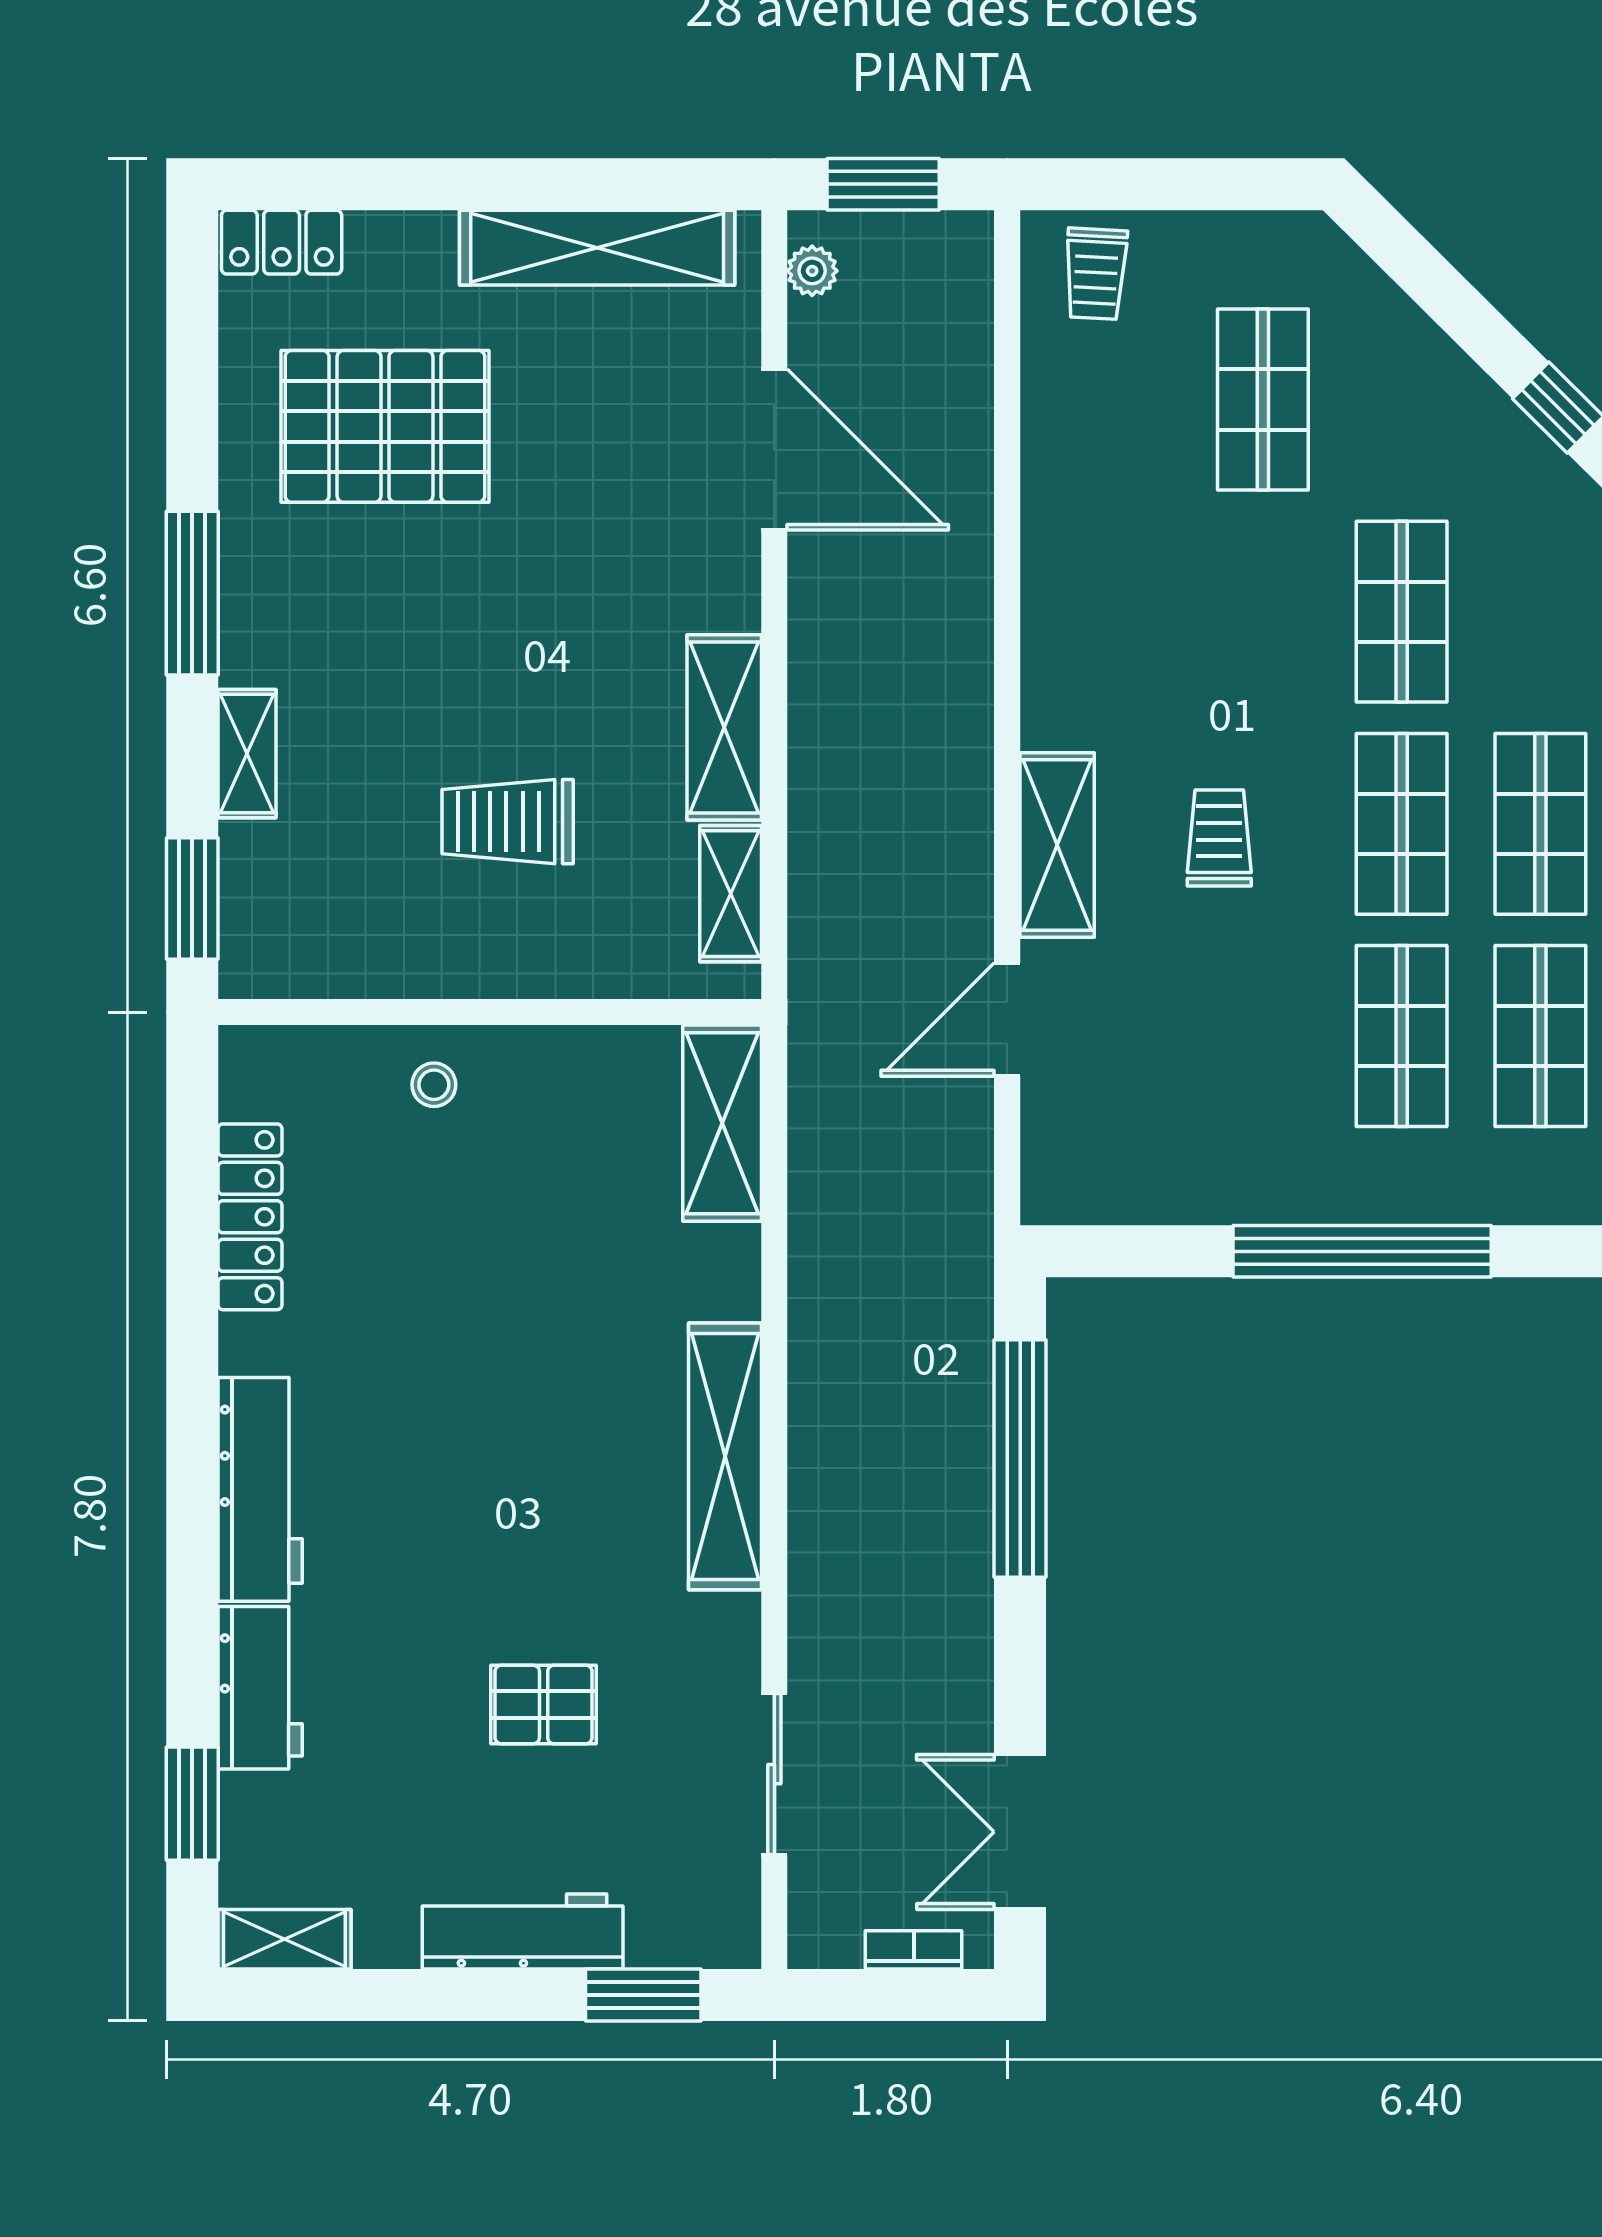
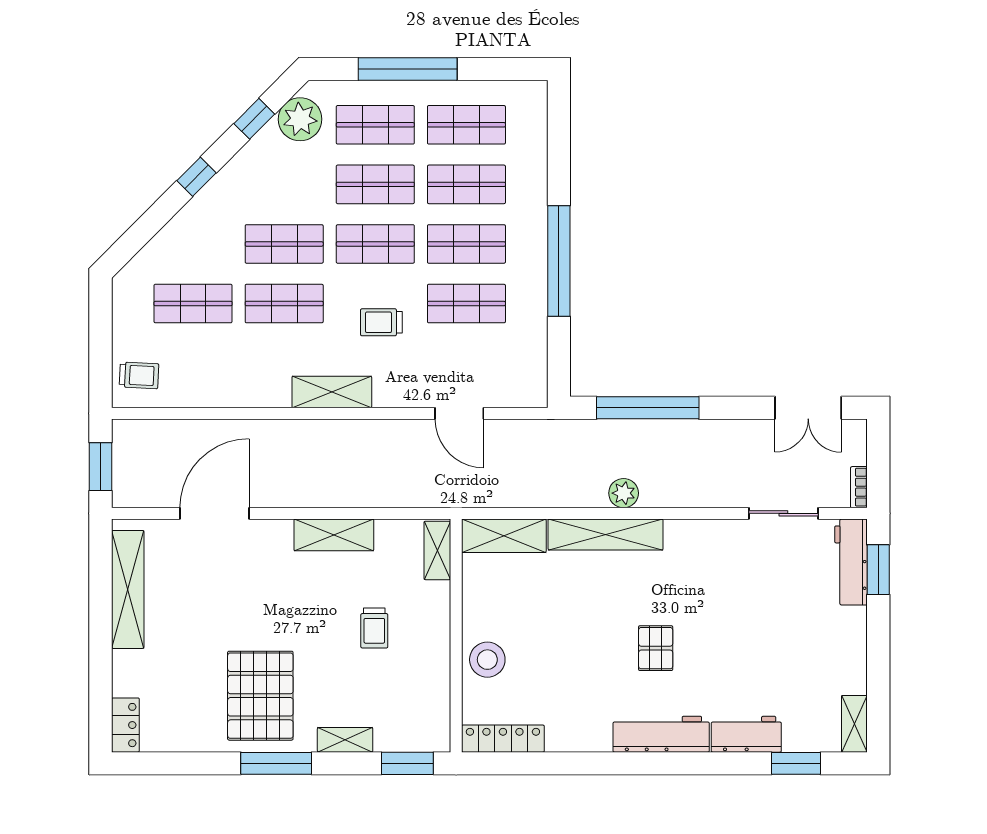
plant: (812, 271) -> (624, 493), moved, width x1.38, depth x1.38
pallet: (385, 426) -> (260, 696), moved
shop shelf: (1263, 612) -> (284, 304), added
trolley: (508, 822) -> (374, 628), width x0.73, depth x0.72
shelving: (1057, 845) -> (332, 392), moved
shelving: (731, 894) -> (437, 550), moved, turned 90
shop shelf: (1263, 1036) -> (466, 304), added
stool: (434, 1085) -> (487, 660), width x1.89, depth x1.89
locker: (250, 1217) -> (503, 739), moved
shelving: (725, 1456) -> (606, 535), moved
pallet: (544, 1704) -> (656, 648), moved
workbench: (523, 1931) -> (851, 562), moved
bookcase: (914, 1950) -> (859, 487), moved

